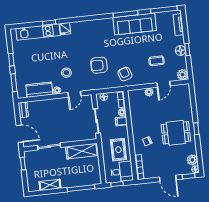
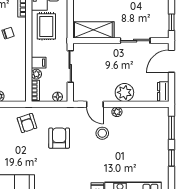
armchair: (99, 65) -> (59, 138), turned -90
kitchen counter: (39, 90) -> (140, 115), removed
door: (74, 94) -> (95, 104), swing flipped
plant: (53, 106) -> (124, 92), added
door: (20, 134) -> (171, 61), hinge flipped

